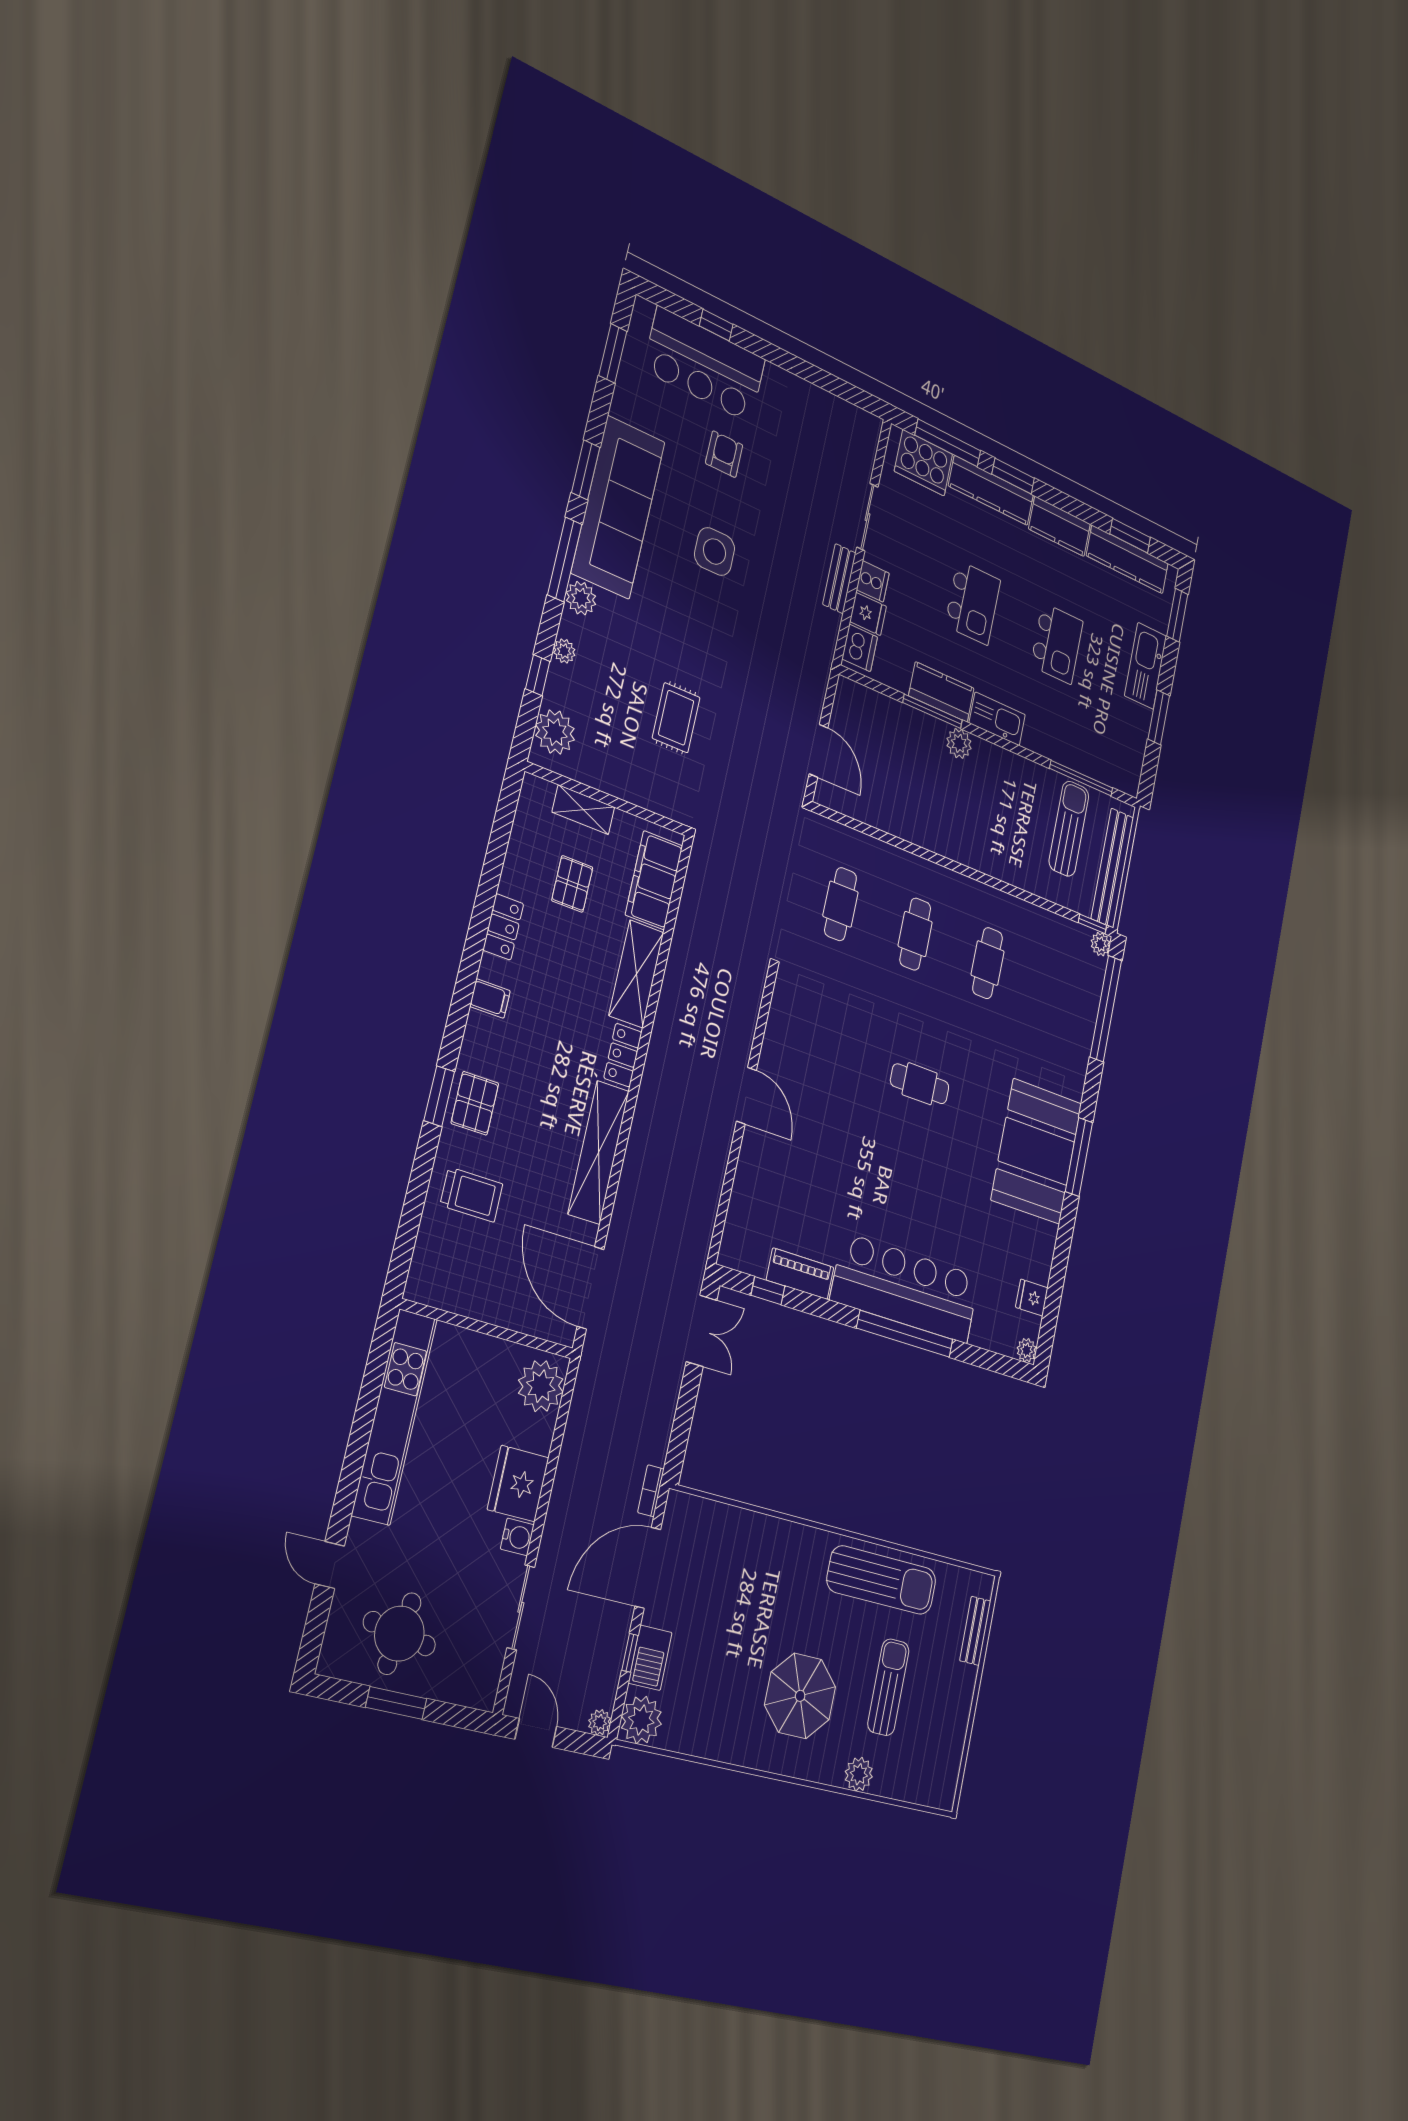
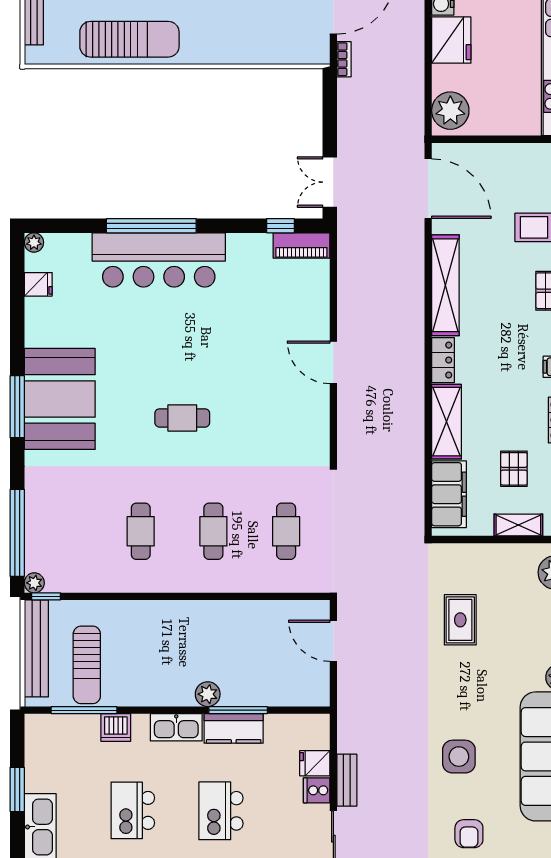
dishwasher: (860, 648) -> (116, 728), moved, turned -90
piano: (800, 1274) -> (301, 245), moved
sun lounger: (882, 1580) -> (129, 39), turned 180

